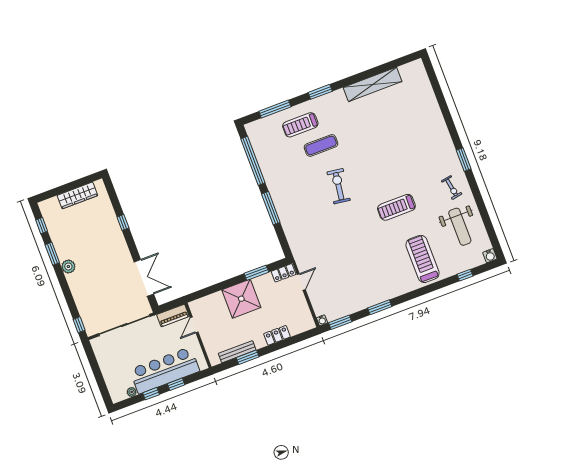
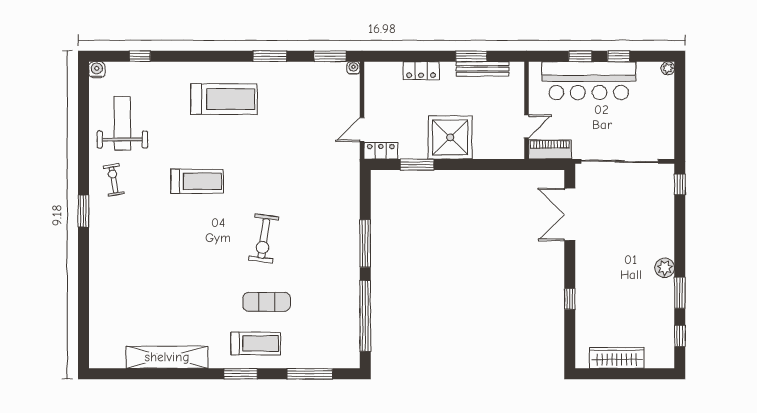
treadmill: (300, 125) -> (256, 343), moved
treadmill: (423, 259) -> (224, 99), moved, turned -90
plant: (132, 392) -> (668, 68), moved

